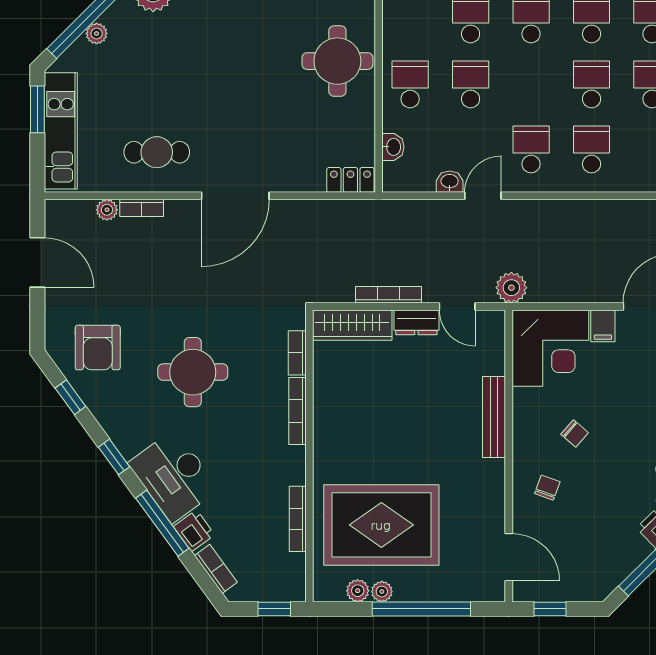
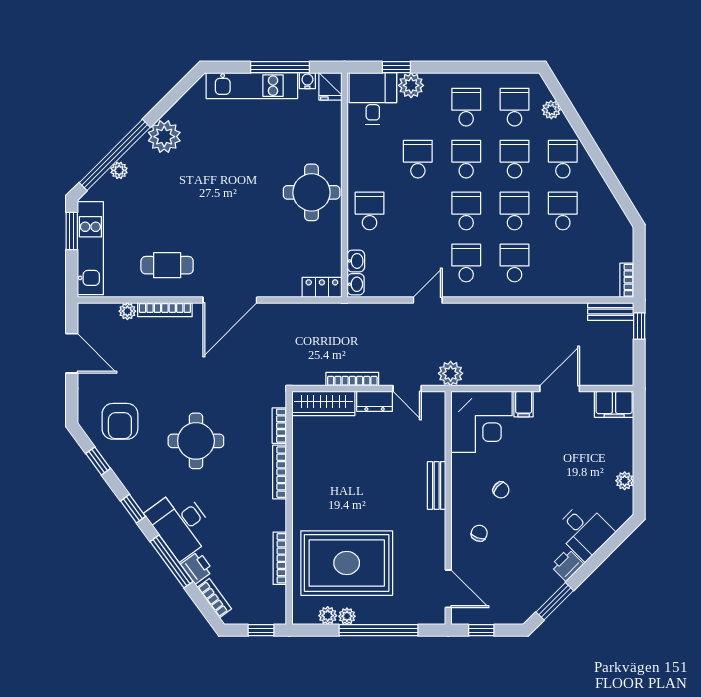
school desk: (471, 84) -> (466, 211), moved
washbasin: (450, 182) -> (356, 284), moved, turned 90
bookcase: (142, 208) -> (165, 310), width x1.56
bench: (494, 417) -> (437, 485), width x0.73

